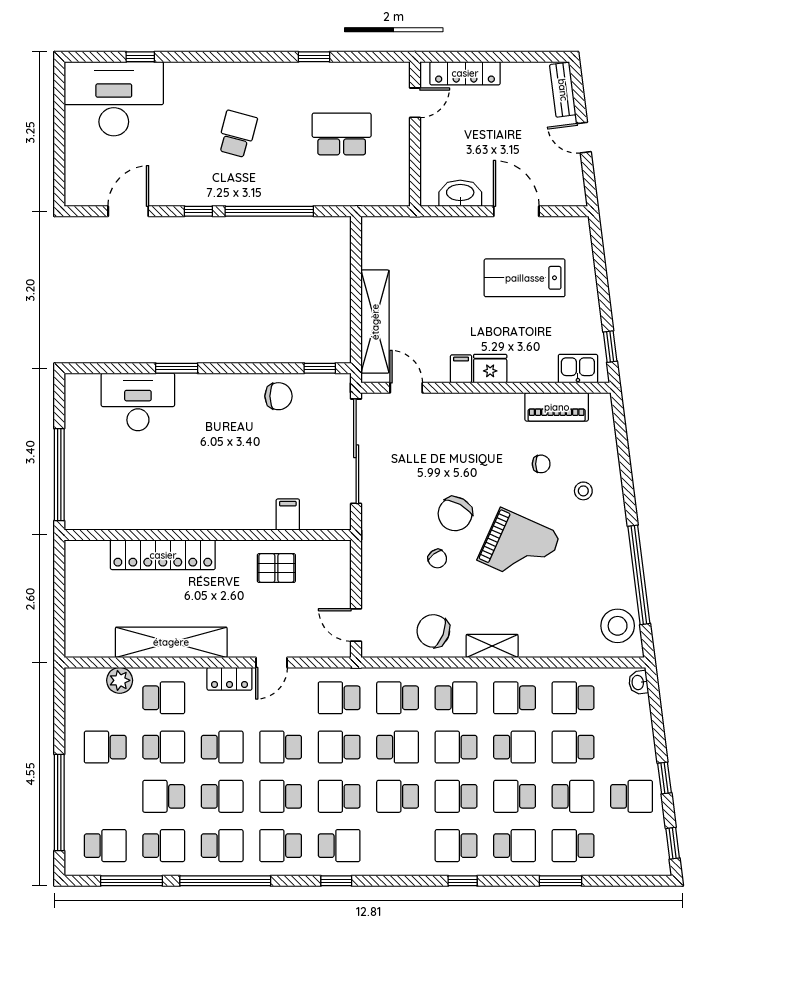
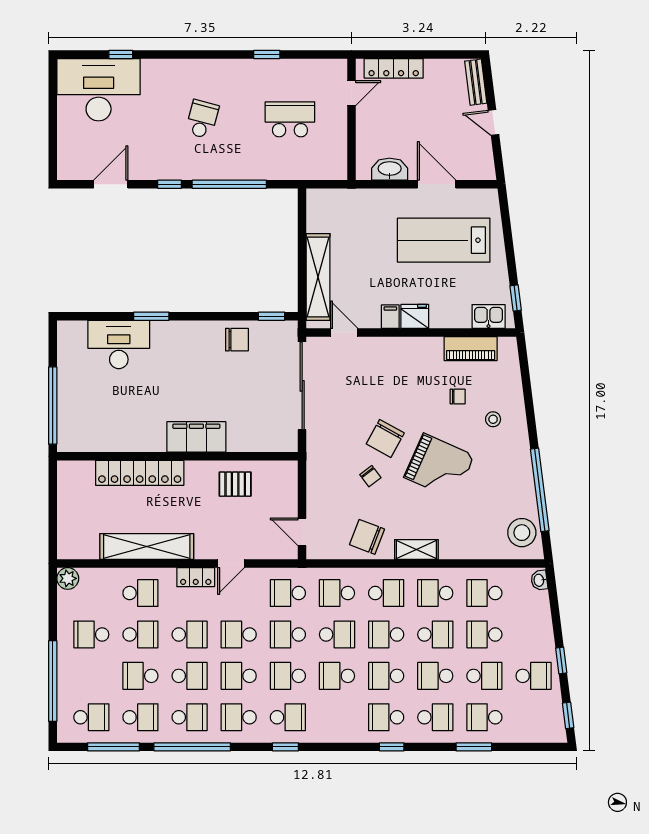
lab bench: (525, 278) -> (444, 240), width x1.36, depth x1.39
filing cabinet: (288, 515) -> (196, 437), moved, width x3.00, depth x1.17
plant: (120, 680) -> (68, 578), moved

